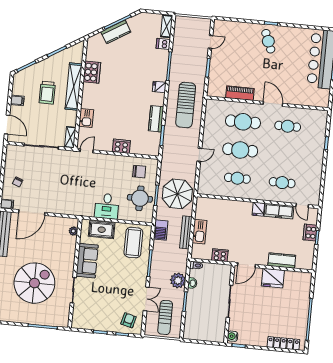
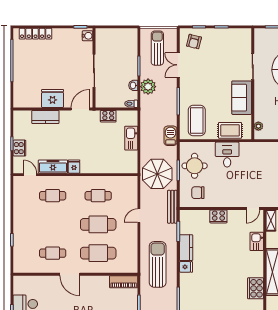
fridge: (159, 87) -> (186, 267), moved
piano: (240, 93) -> (124, 282), moved
bench: (186, 232) -> (172, 207), moved

